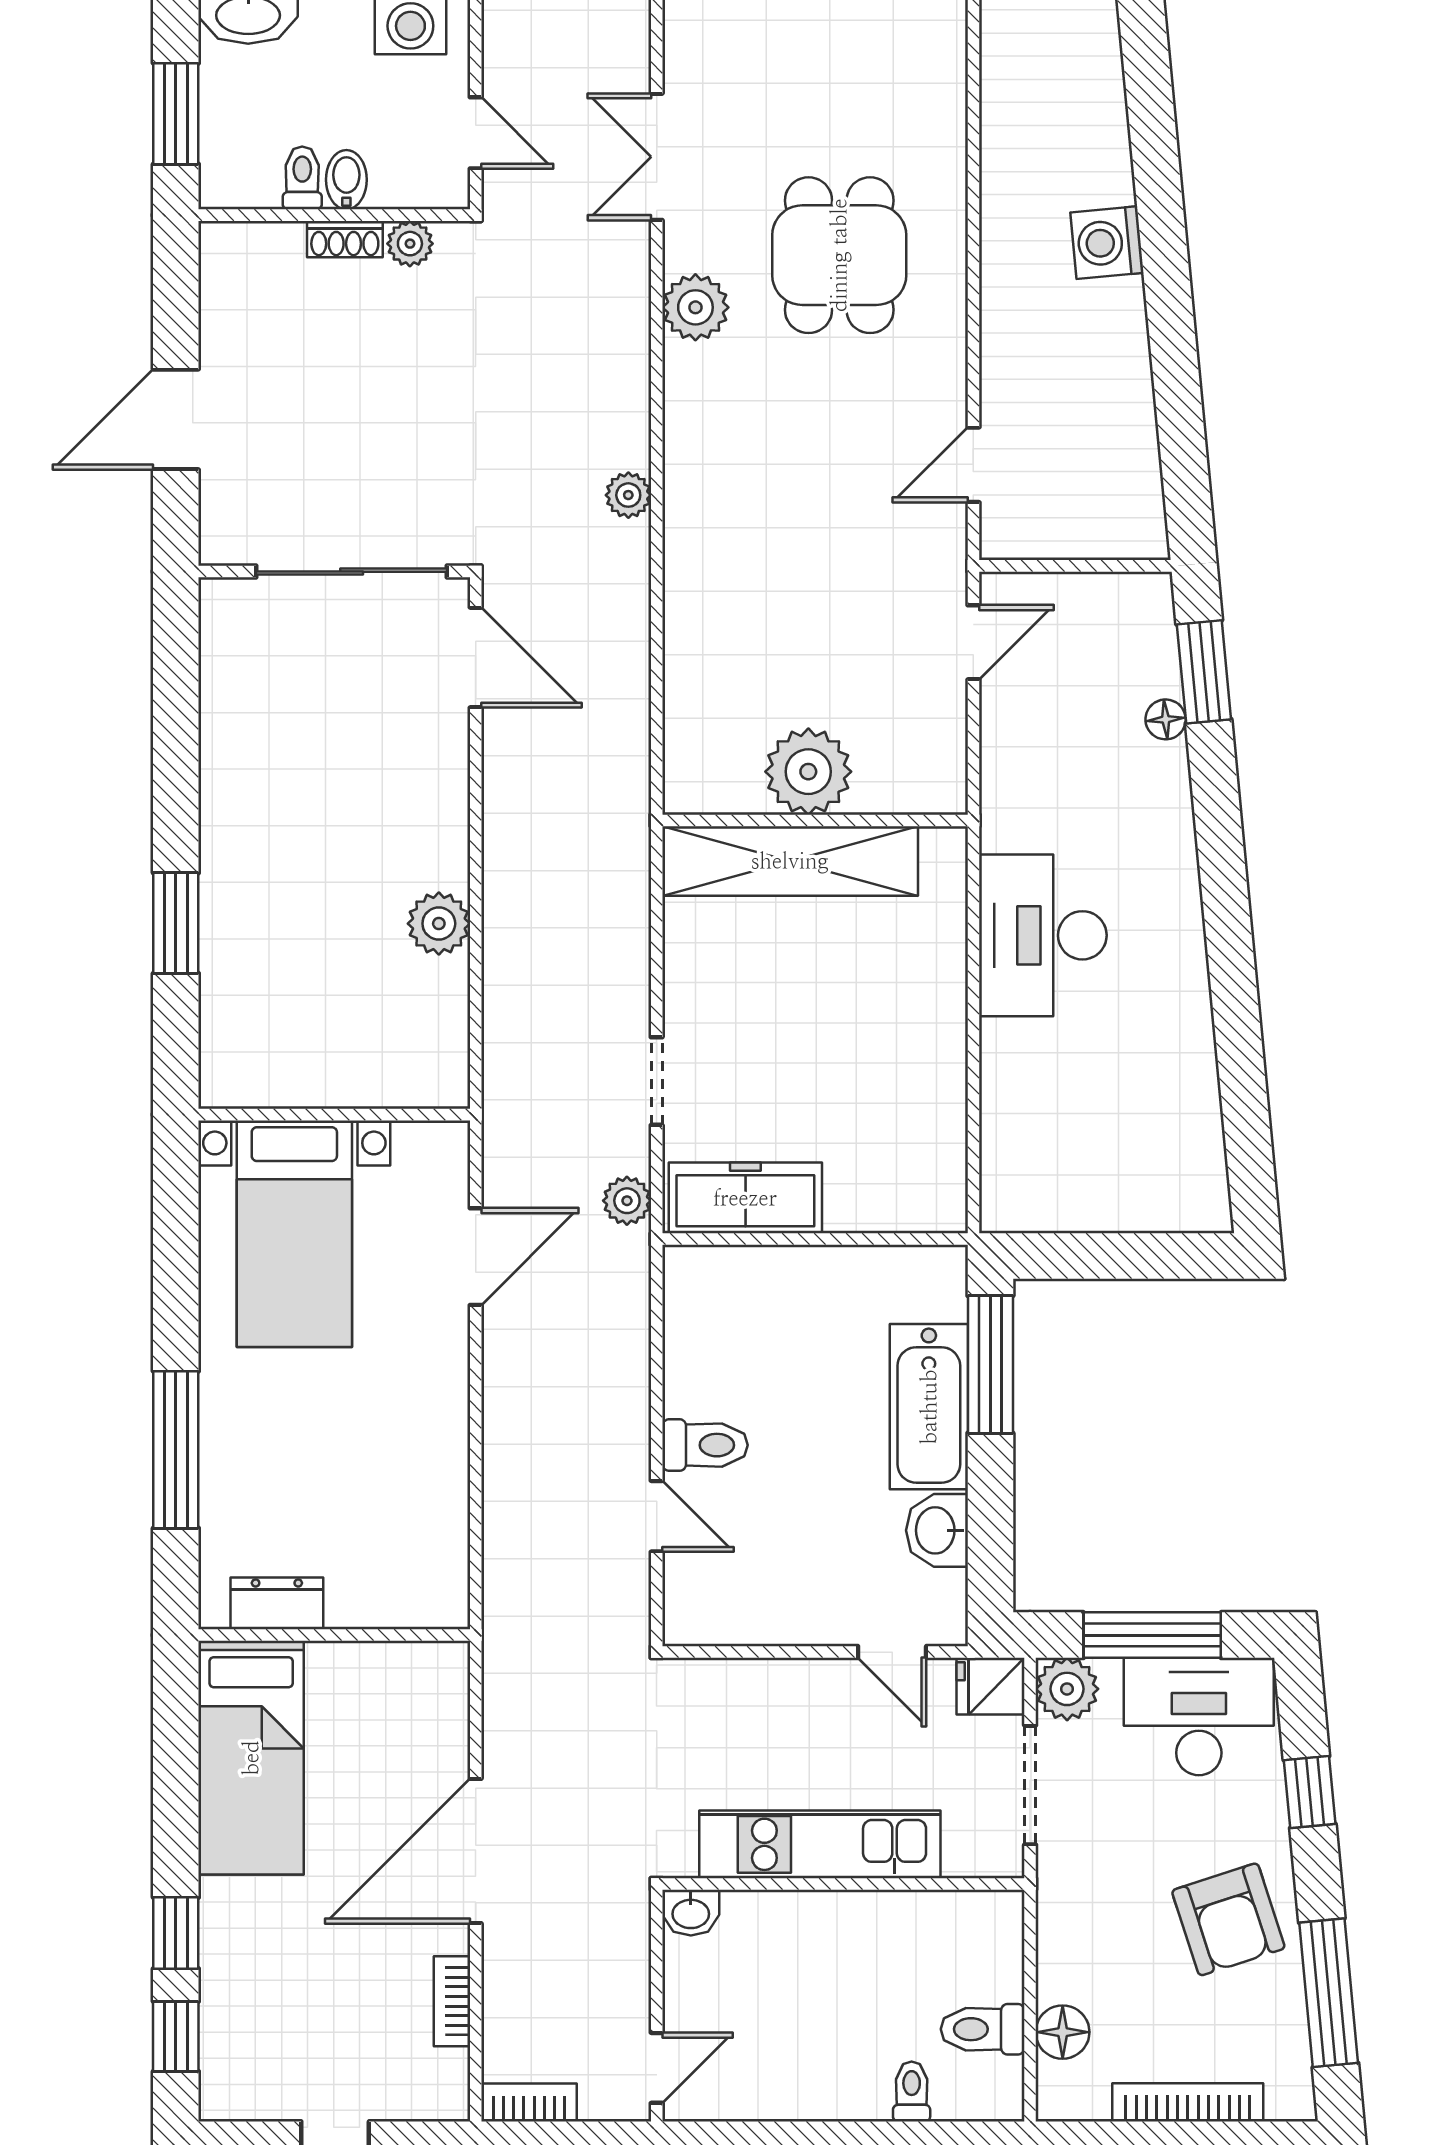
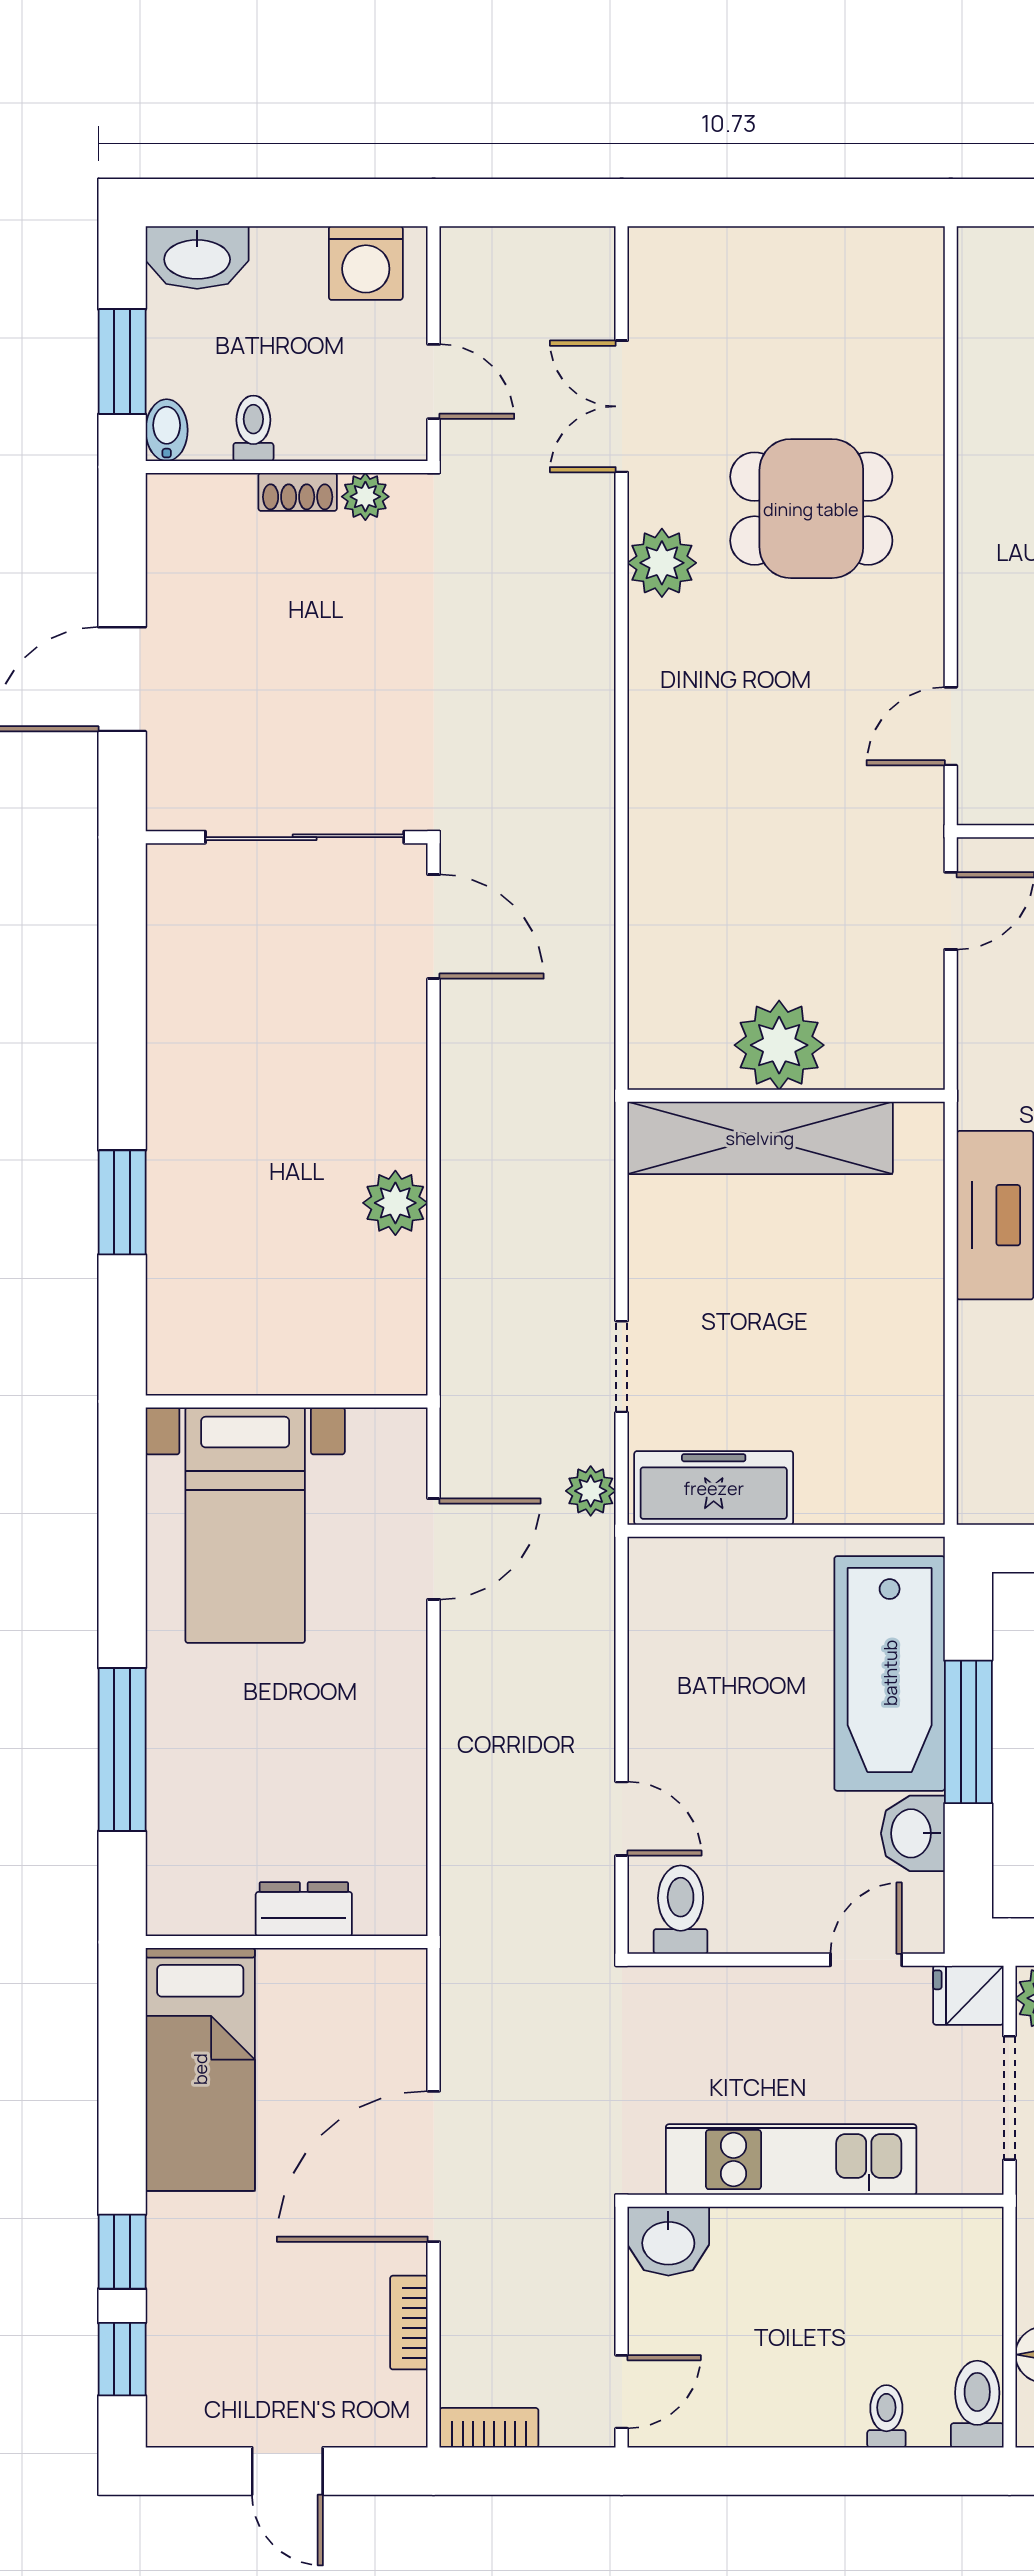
bidet: (346, 180) -> (167, 430), moved
dining table: (839, 255) -> (811, 509), turned 90
plant: (628, 495) -> (592, 758), removed
window: (990, 1364) -> (968, 1732), moved
bathtub: (929, 1407) -> (890, 1673), width x1.36, depth x1.36
toilet: (705, 1445) -> (681, 1910), moved, turned -90
dresser: (277, 1603) -> (304, 1909), moved
door: (892, 1652) -> (866, 1960), swing flipped
washbasin: (691, 1913) -> (668, 2241), width x1.38, depth x1.45
toilet: (983, 2029) -> (977, 2404), moved, turned 90

